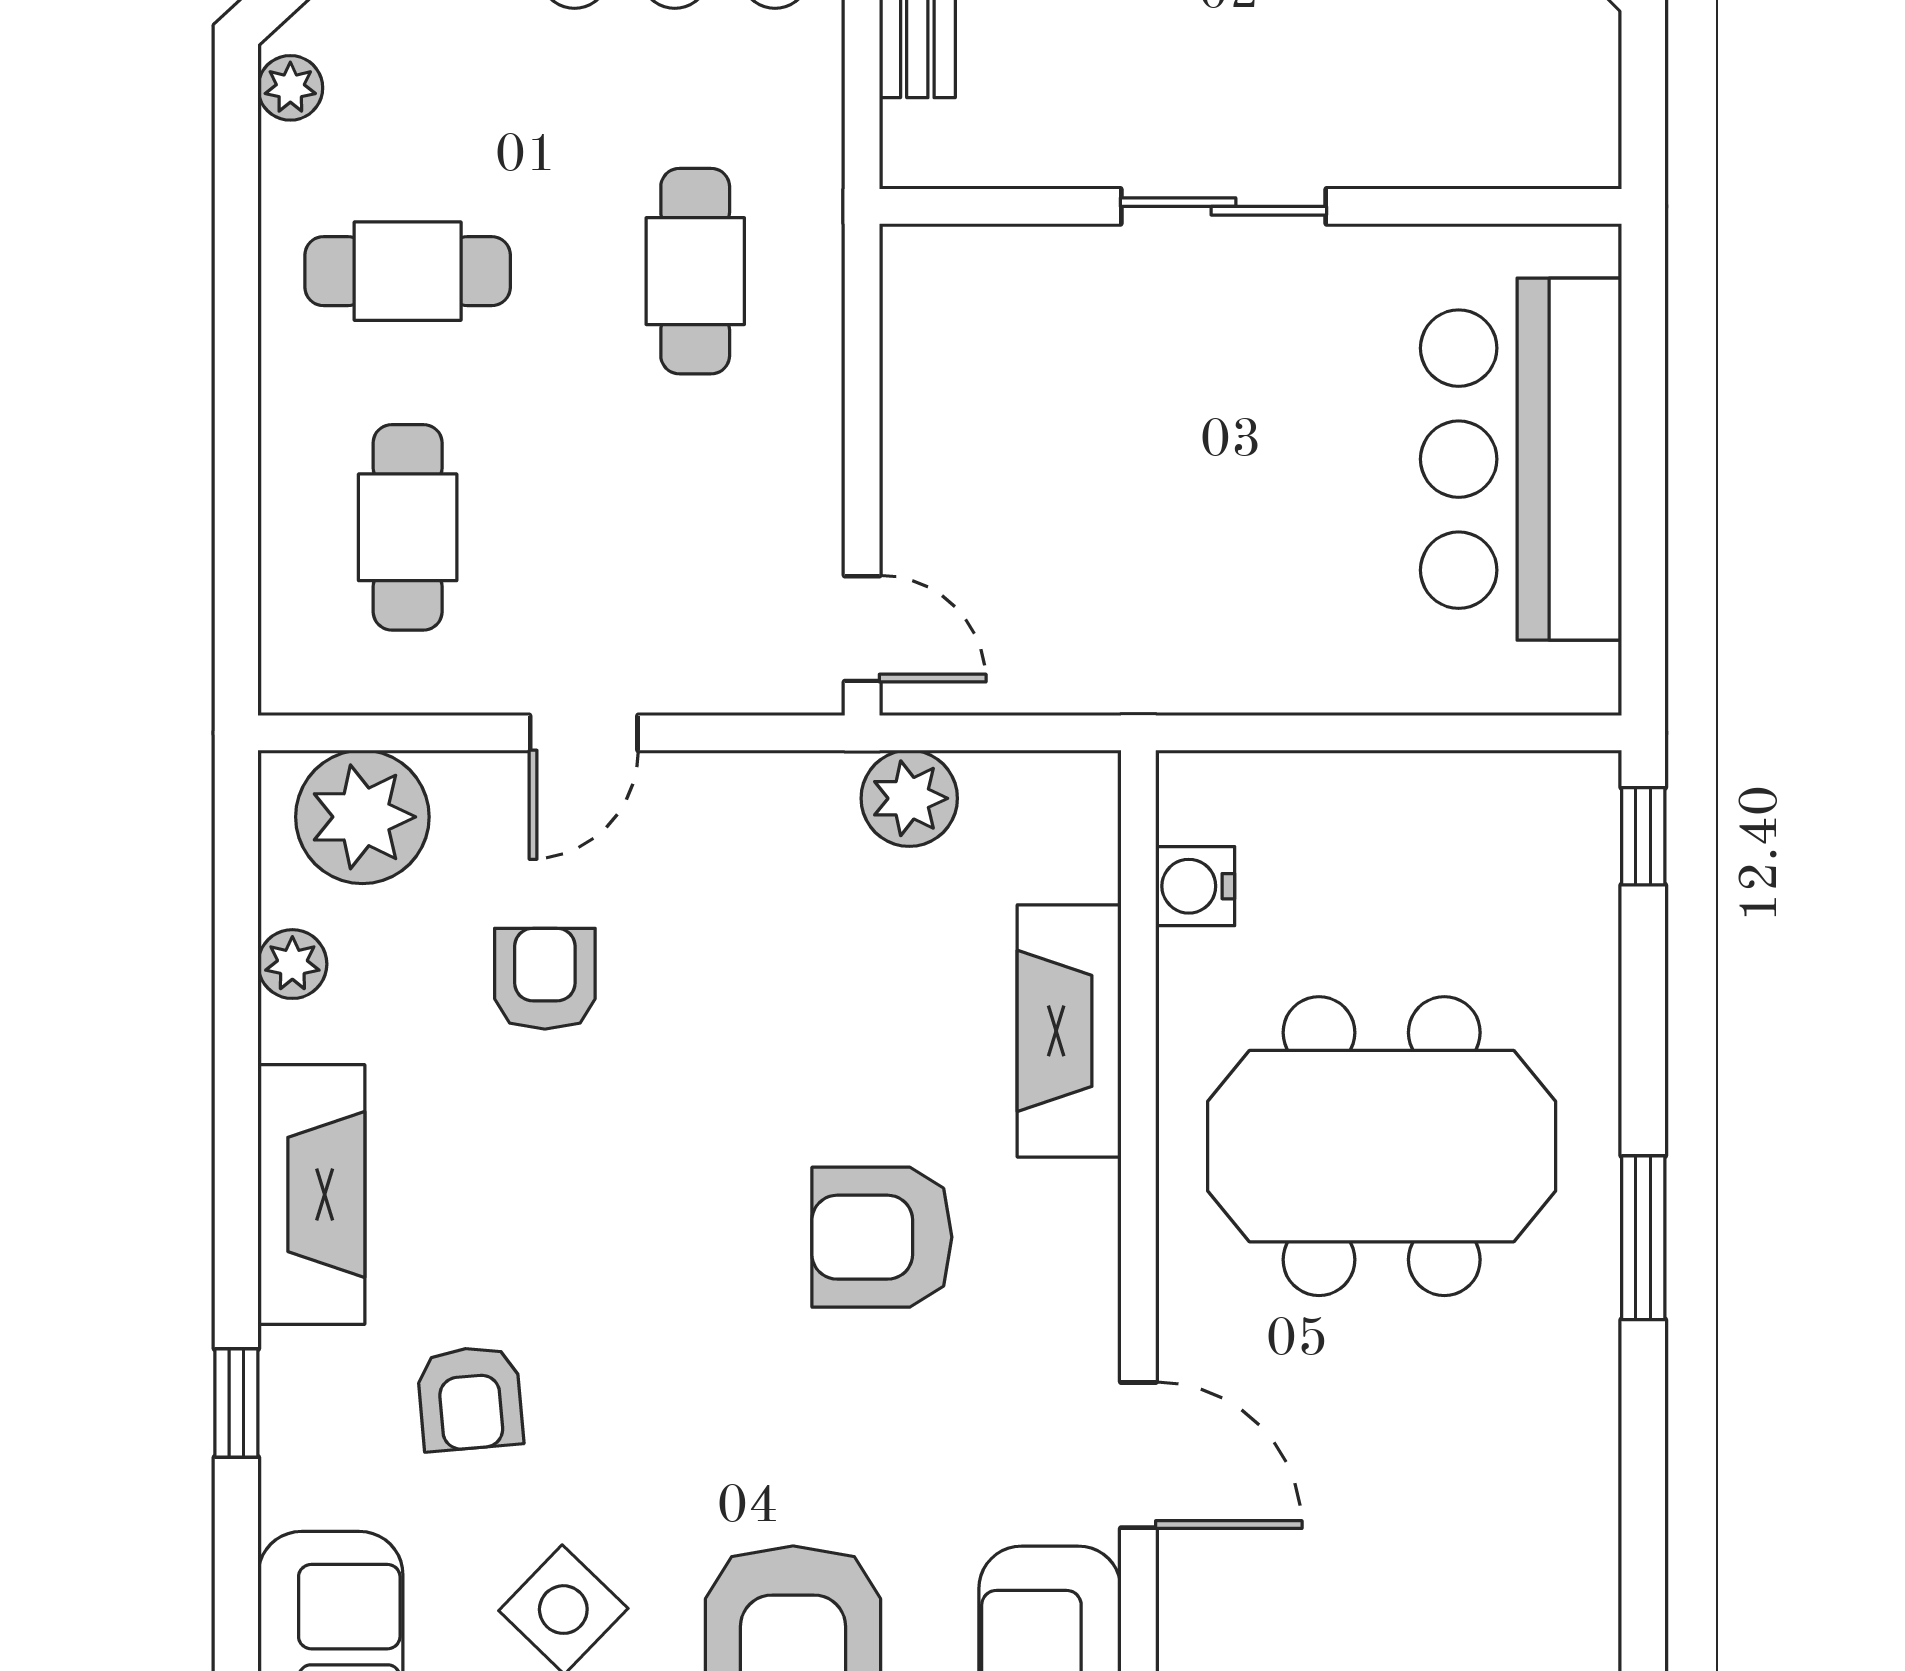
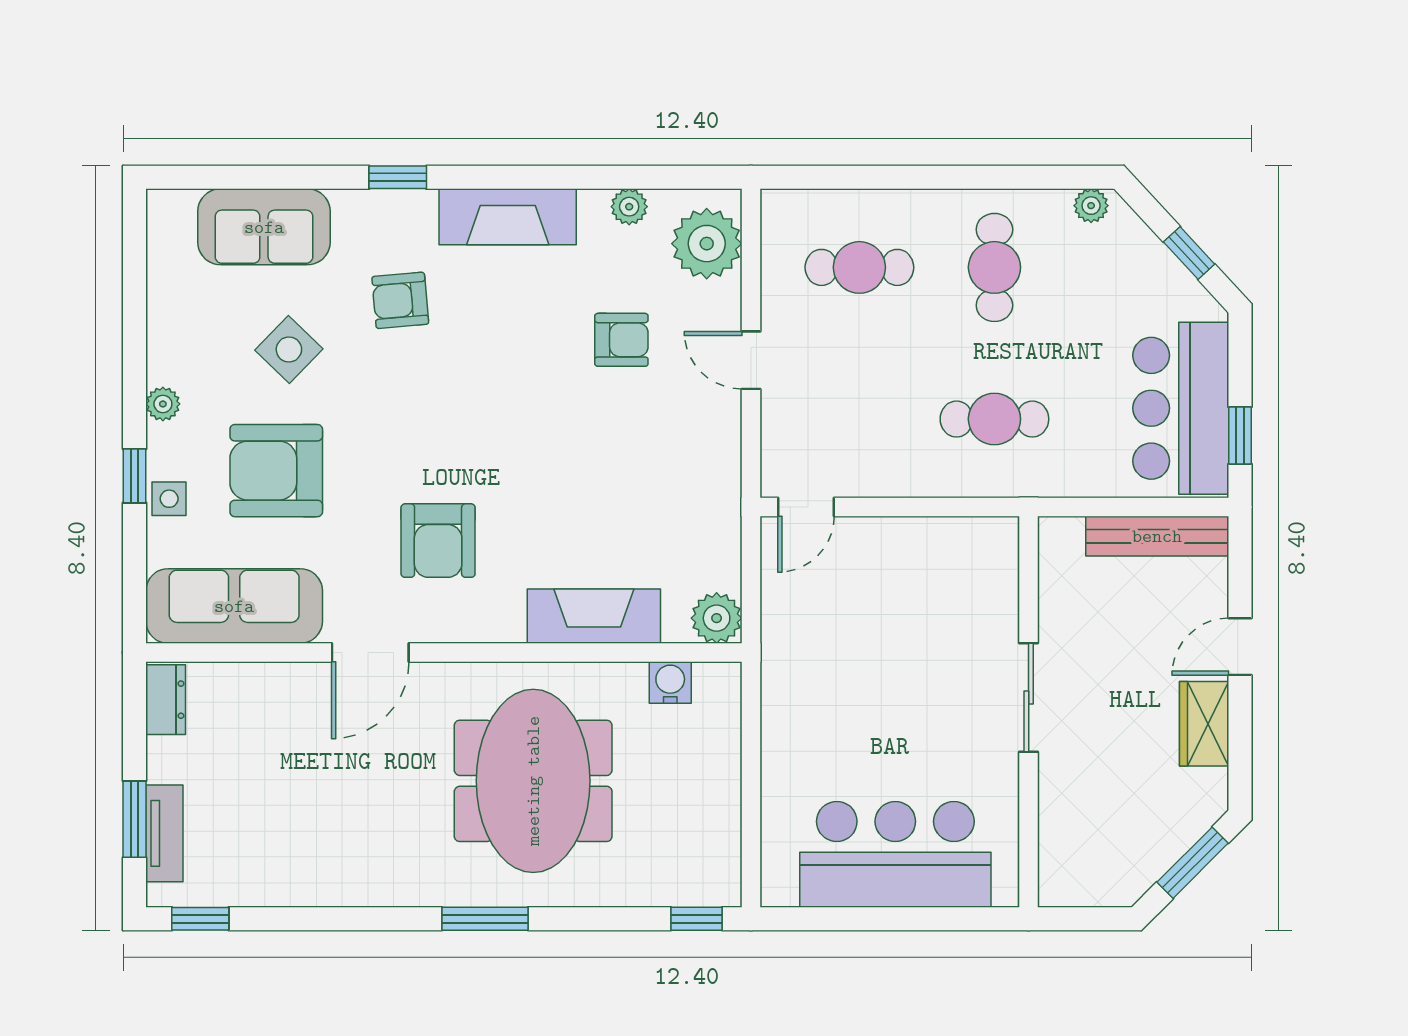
plant: (909, 798) -> (717, 618), moved
armchair: (882, 1237) -> (438, 541), moved, turned 180

